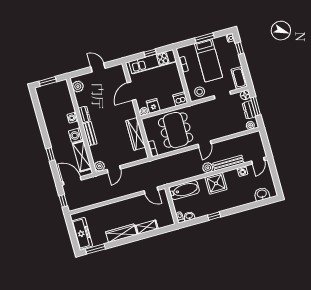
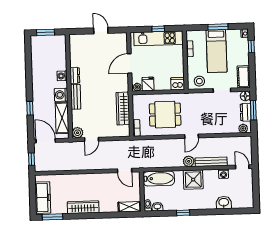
plant: (78, 87) -> (75, 45), removed
dining table: (176, 130) -> (165, 115), width x0.73
door: (258, 161) -> (242, 167), swing flipped
washbasin: (262, 194) -> (224, 203), moved
shelving: (147, 227) -> (129, 207), moved

